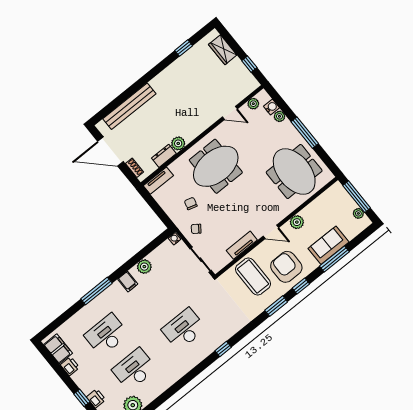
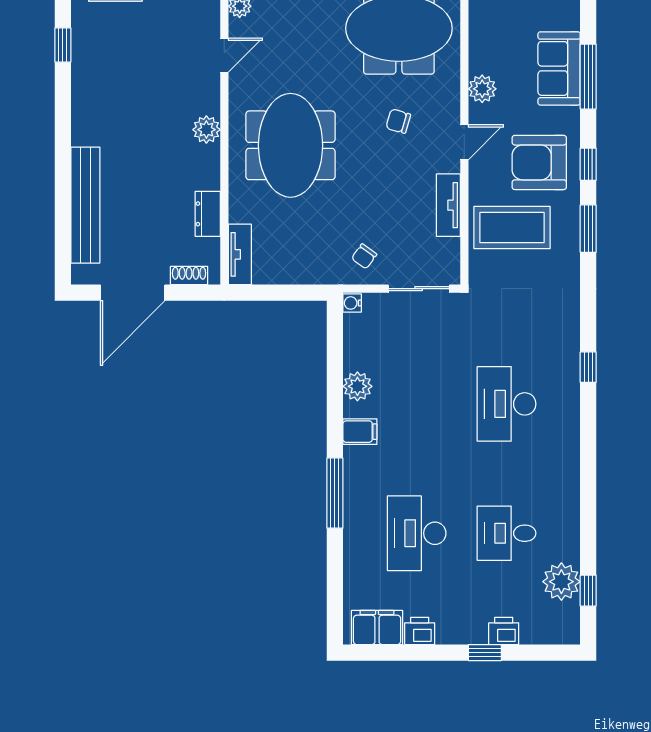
plant: (178, 143) -> (206, 130), moved
chair: (191, 203) -> (398, 121), moved
desk: (134, 369) -> (507, 533), width x0.73

